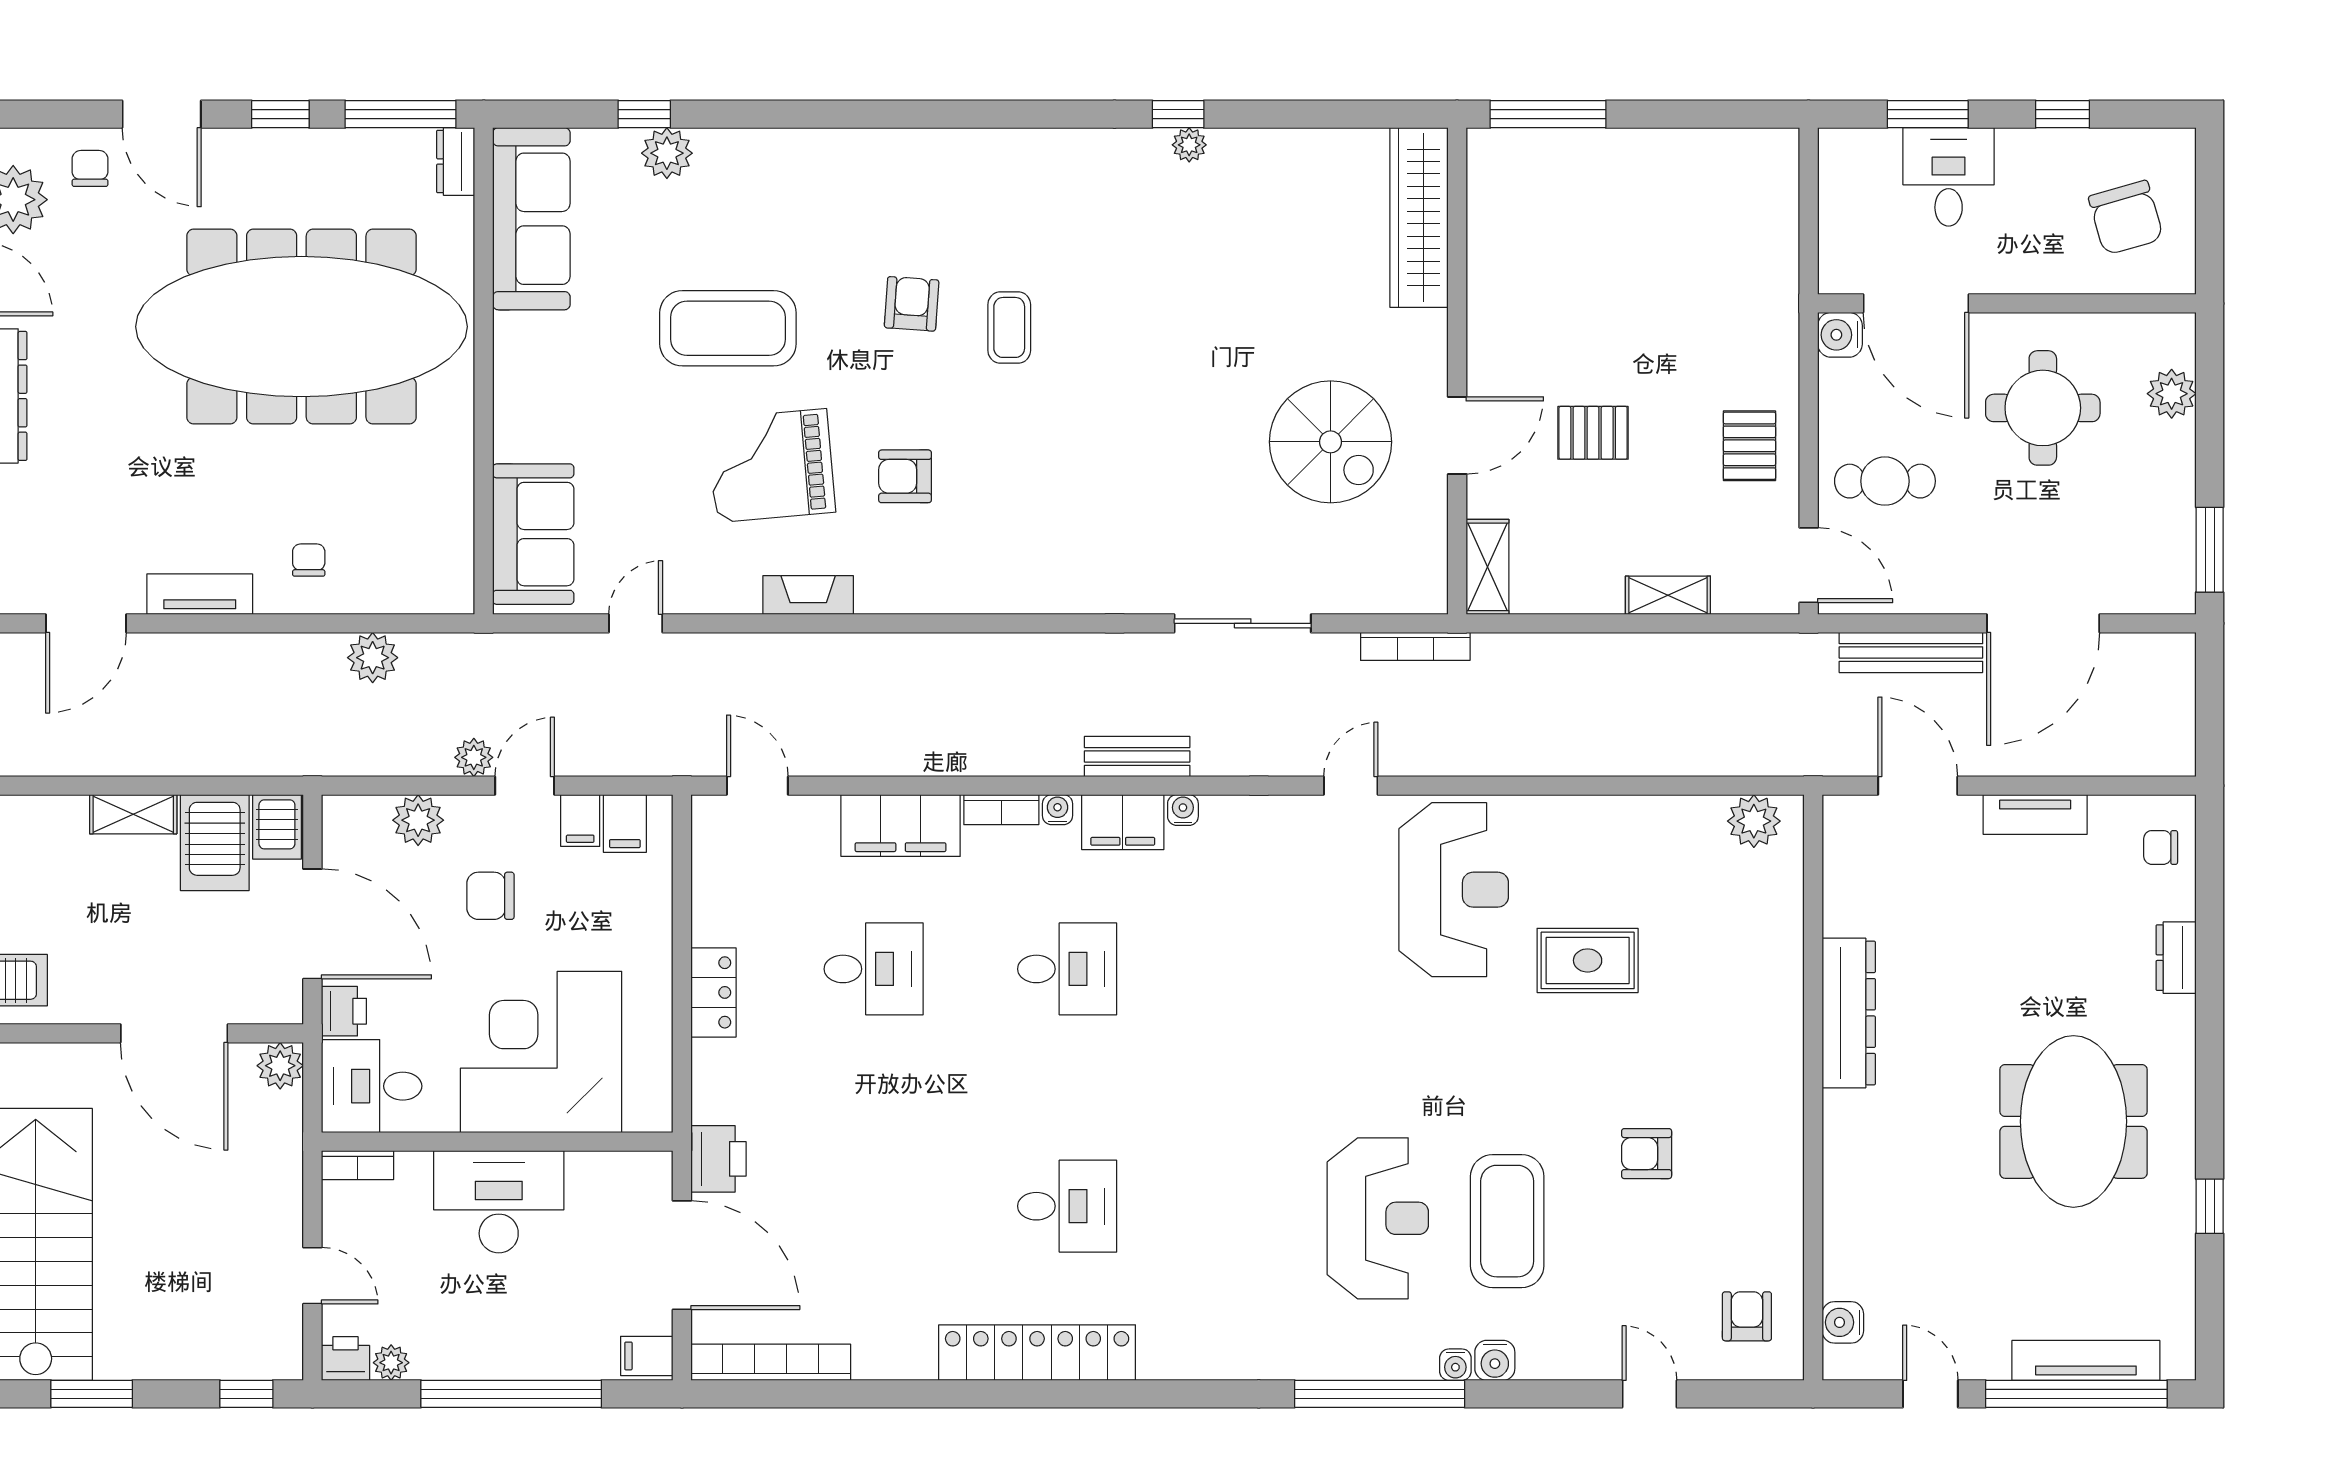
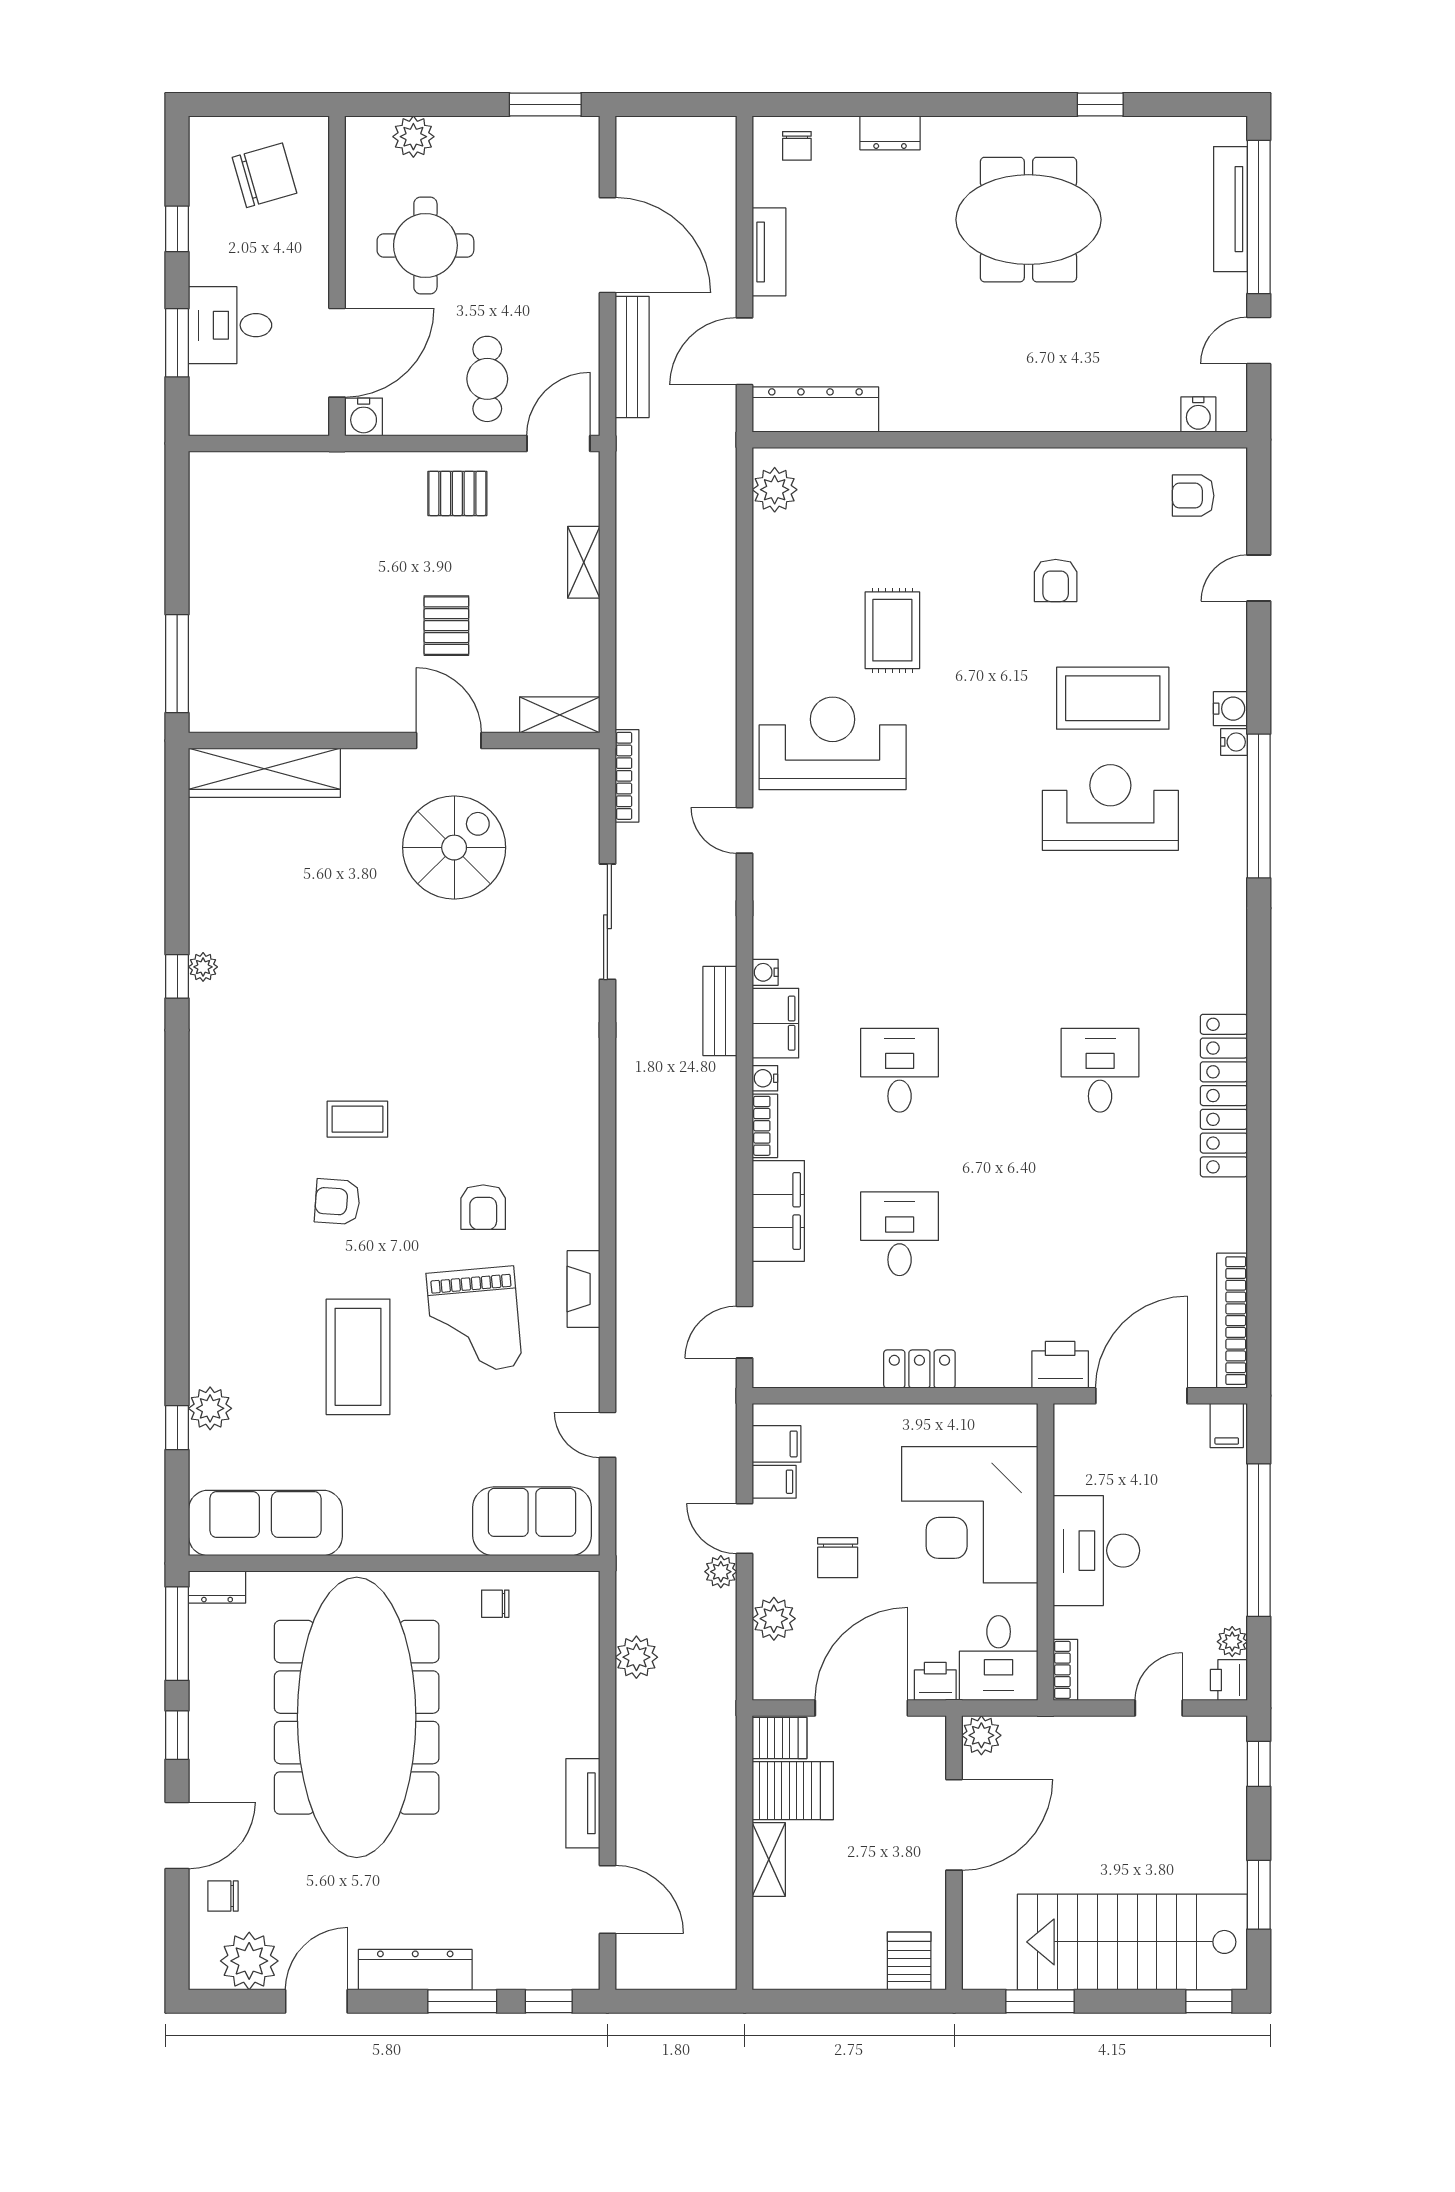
chair: (309, 560) -> (495, 1604), moved
dresser: (1849, 1013) -> (815, 409), moved

